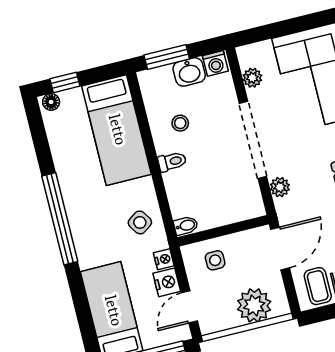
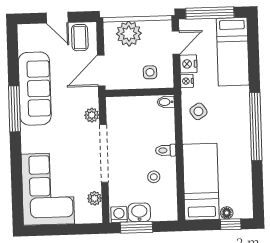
window: (167, 57) -> (136, 227), moved
floor lamp: (51, 102) -> (227, 213), moved

